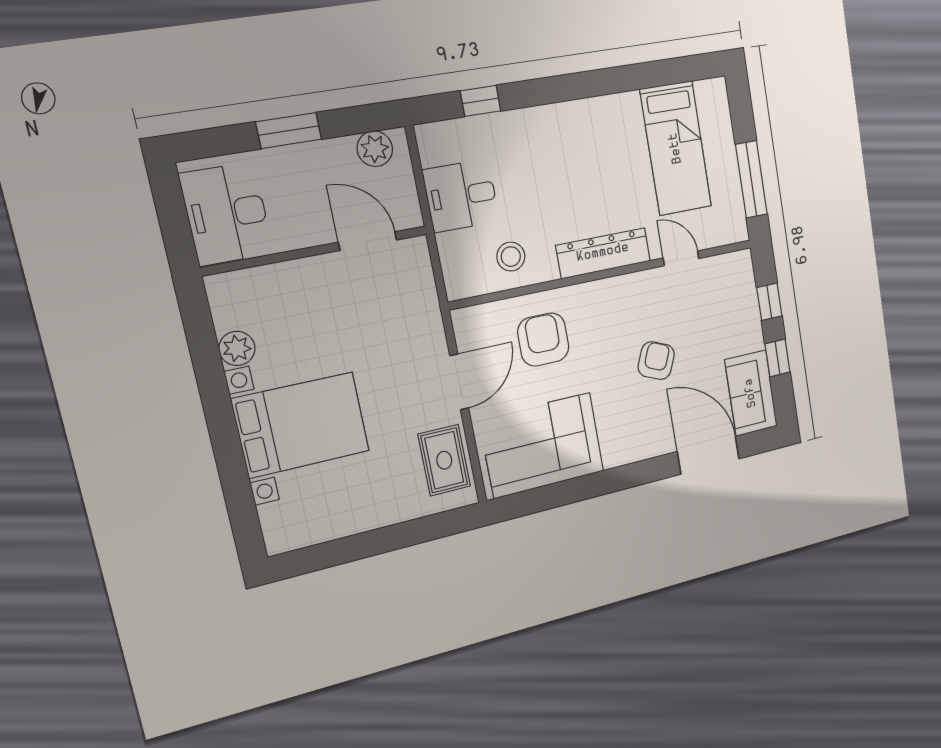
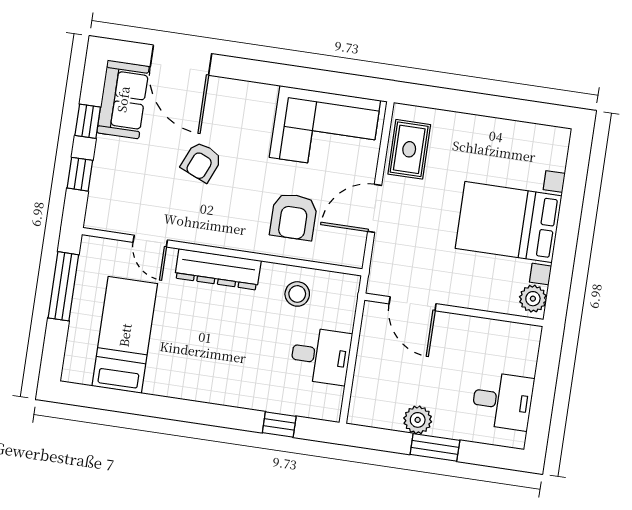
plant: (375, 149) -> (418, 420), moved
desk: (227, 214) -> (503, 401), width x0.73
door: (368, 241) -> (413, 304), moved
wall: (316, 251) -> (454, 310), moved

